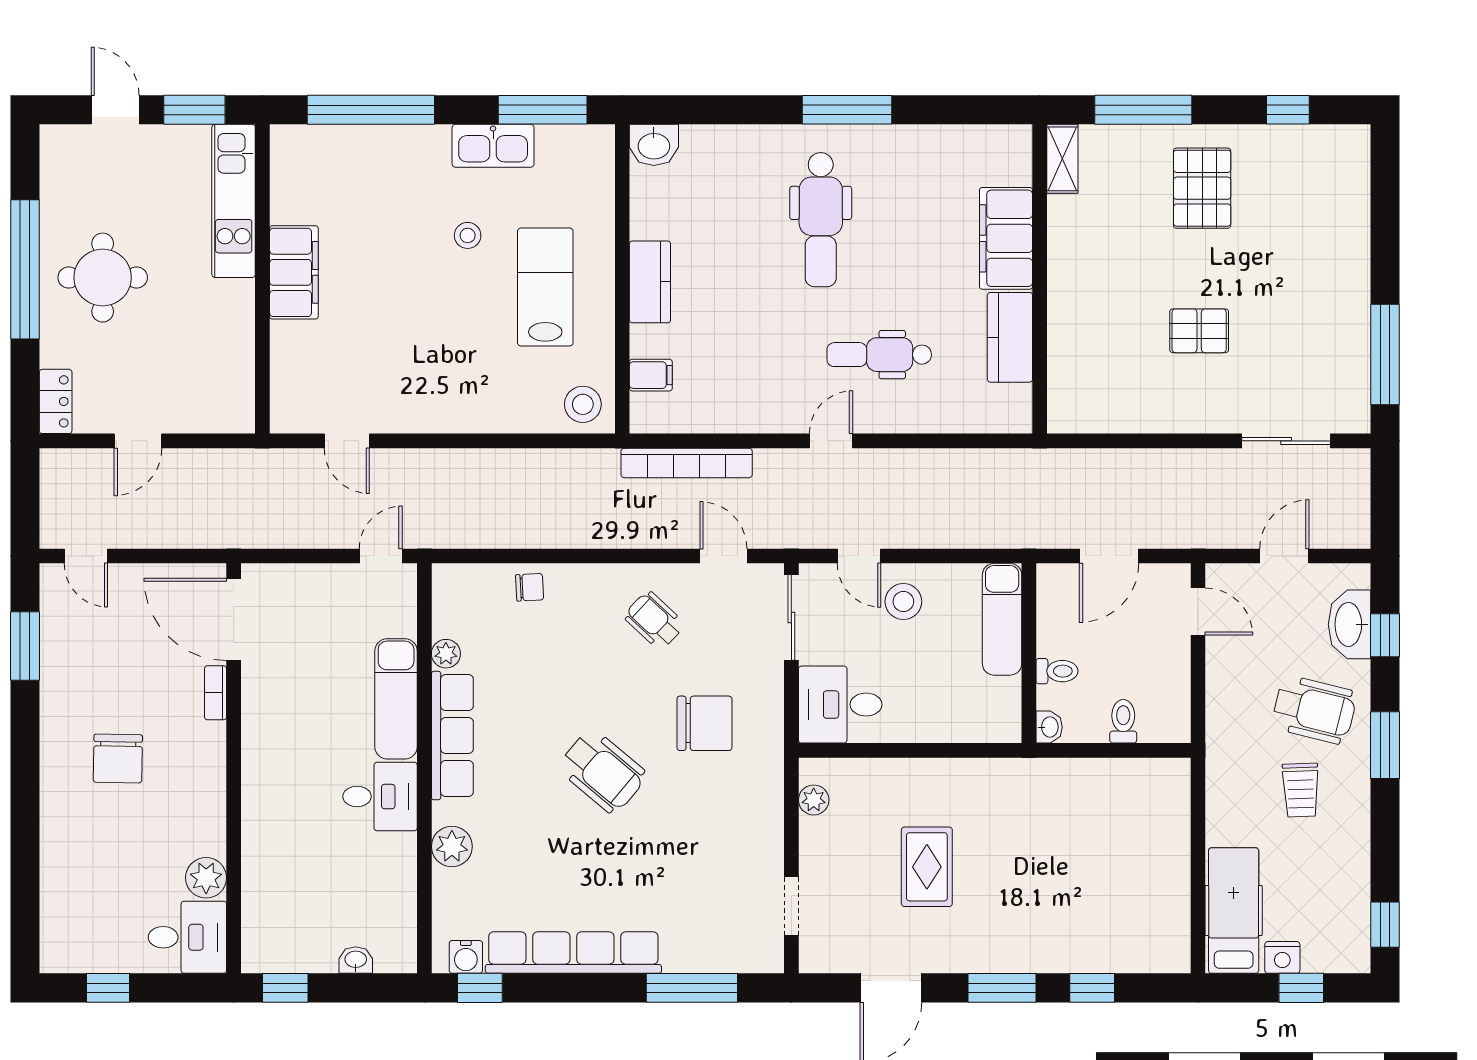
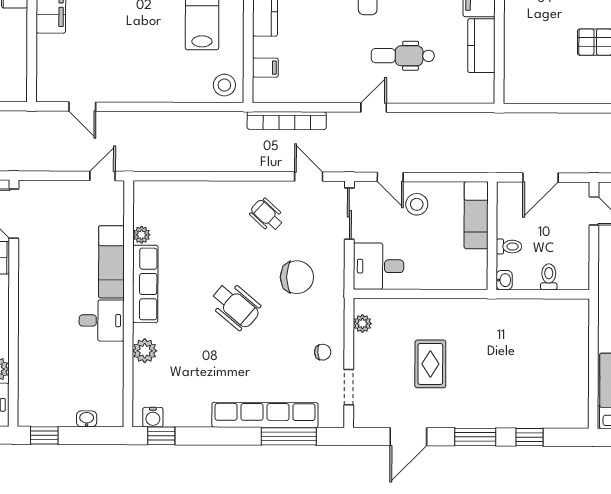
chair: (530, 587) -> (323, 352), moved
row of seats: (573, 953) -> (265, 415), moved

